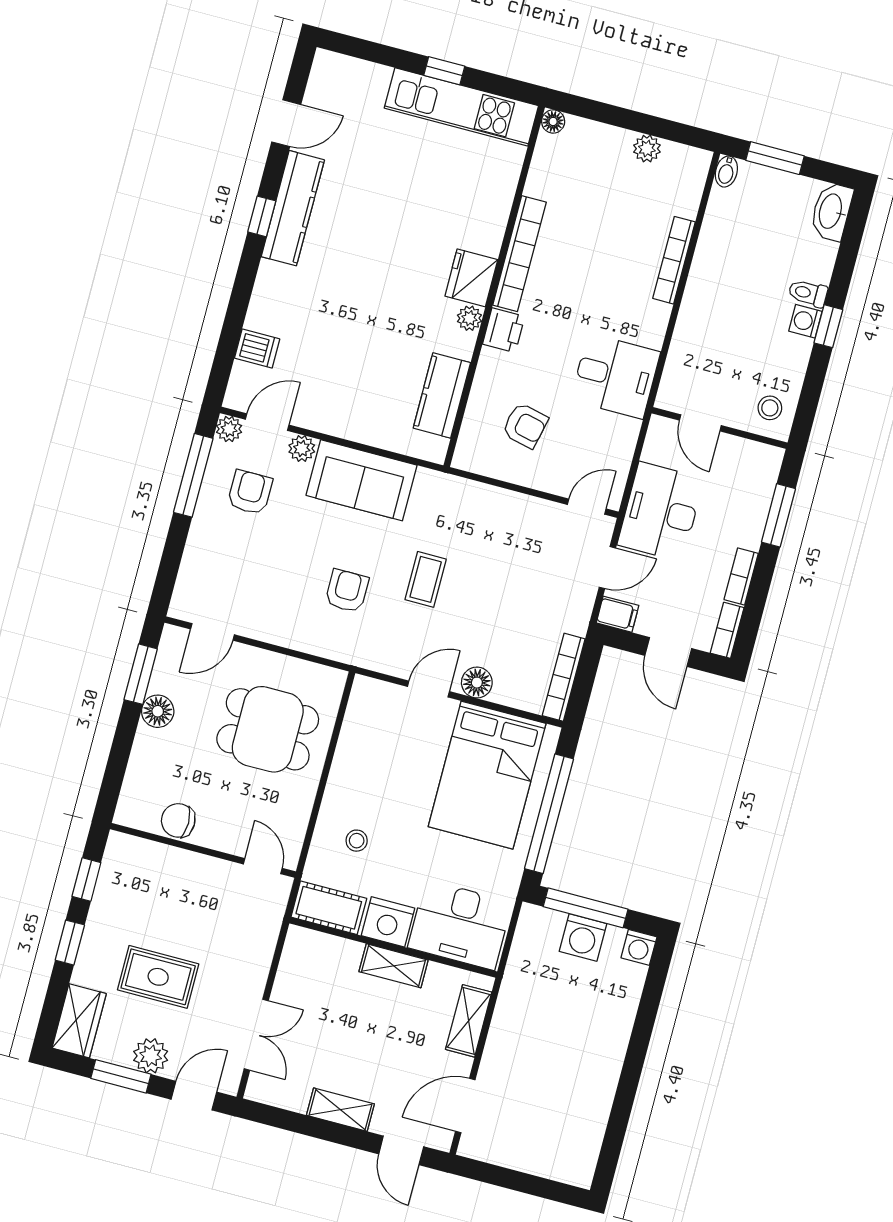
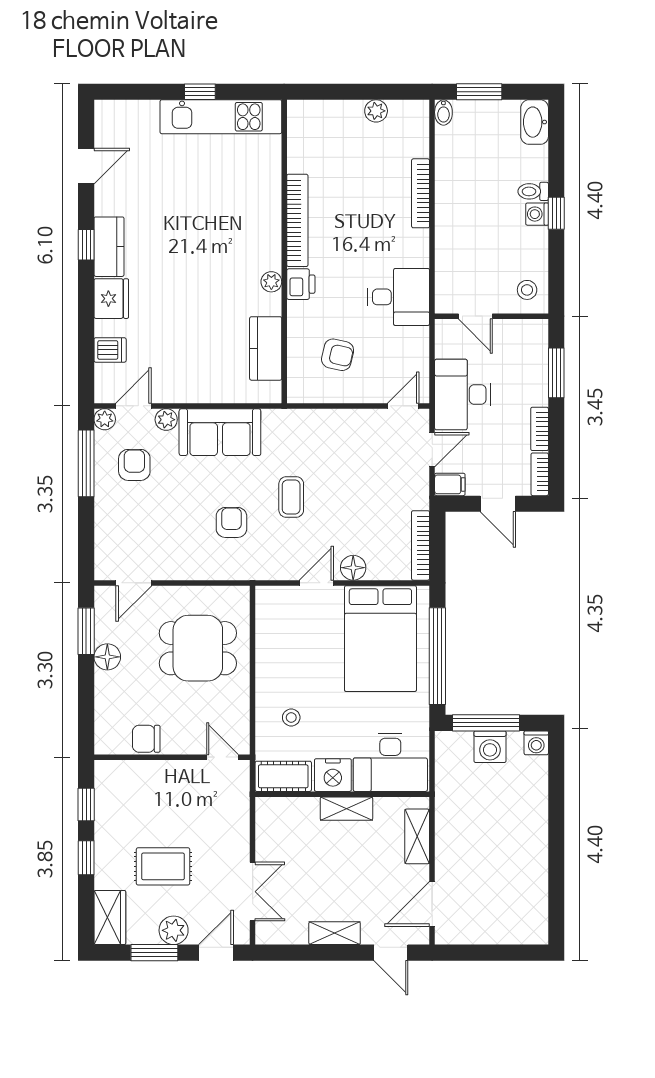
floor lamp: (553, 121) -> (296, 109), removed
kitchen counter: (293, 208) -> (109, 247), width x0.67
fridge: (471, 278) -> (111, 299), moved, turned 180

